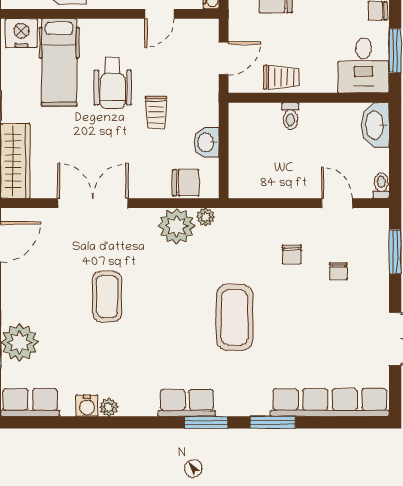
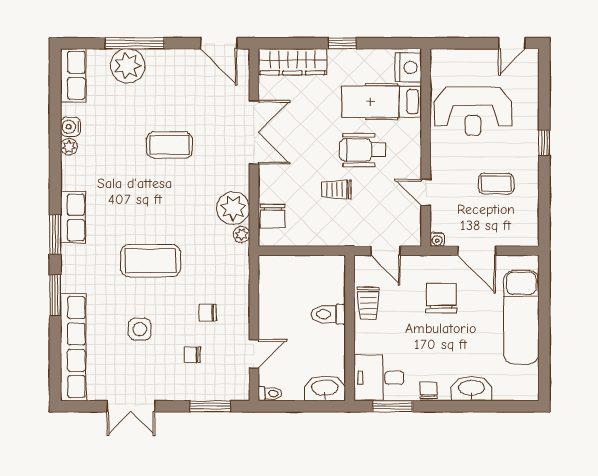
toilet: (290, 116) -> (328, 314), width x1.37, depth x1.39
washbasin: (206, 142) -> (309, 235), removed
side table: (310, 329) -> (140, 329), added

